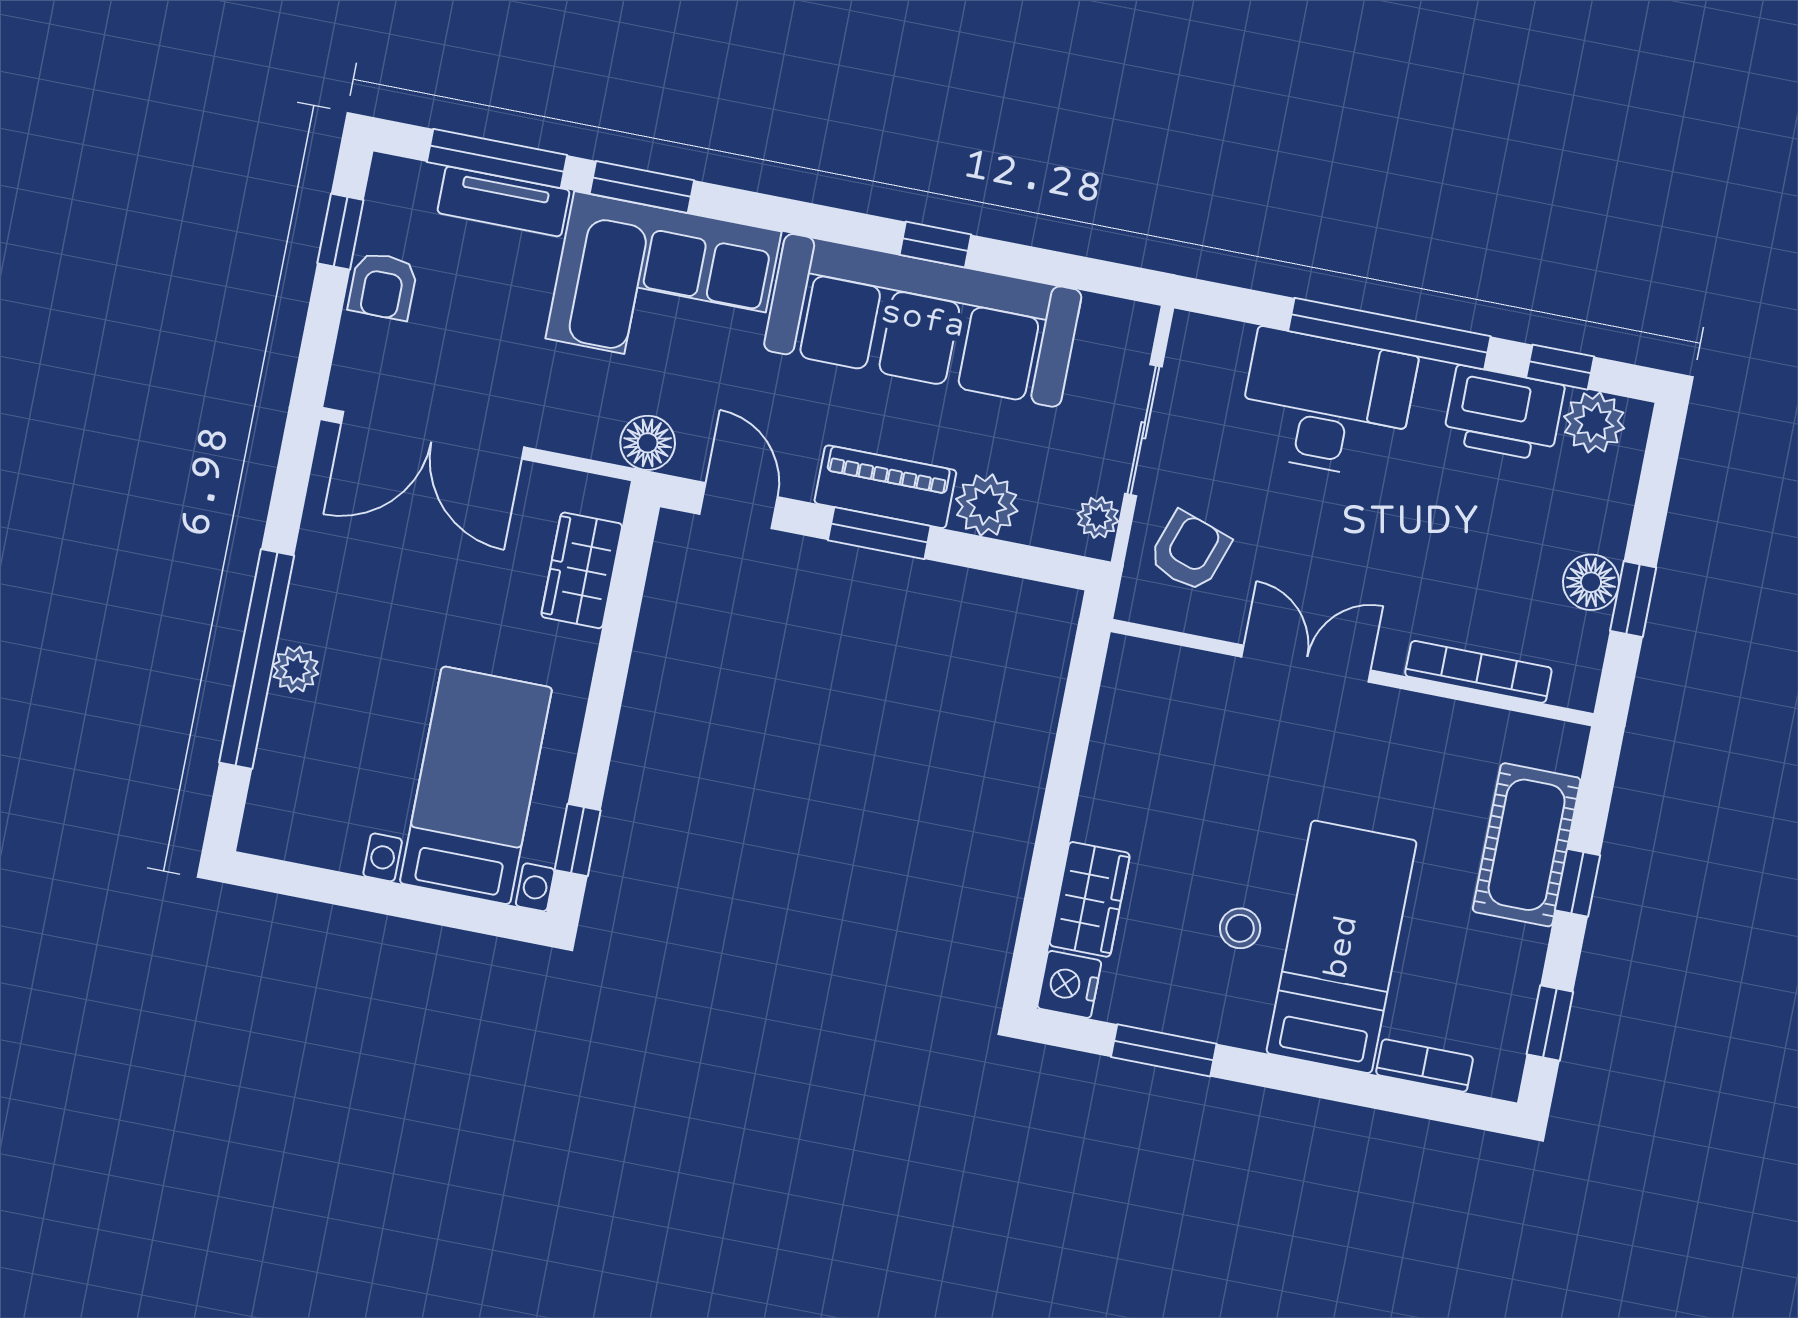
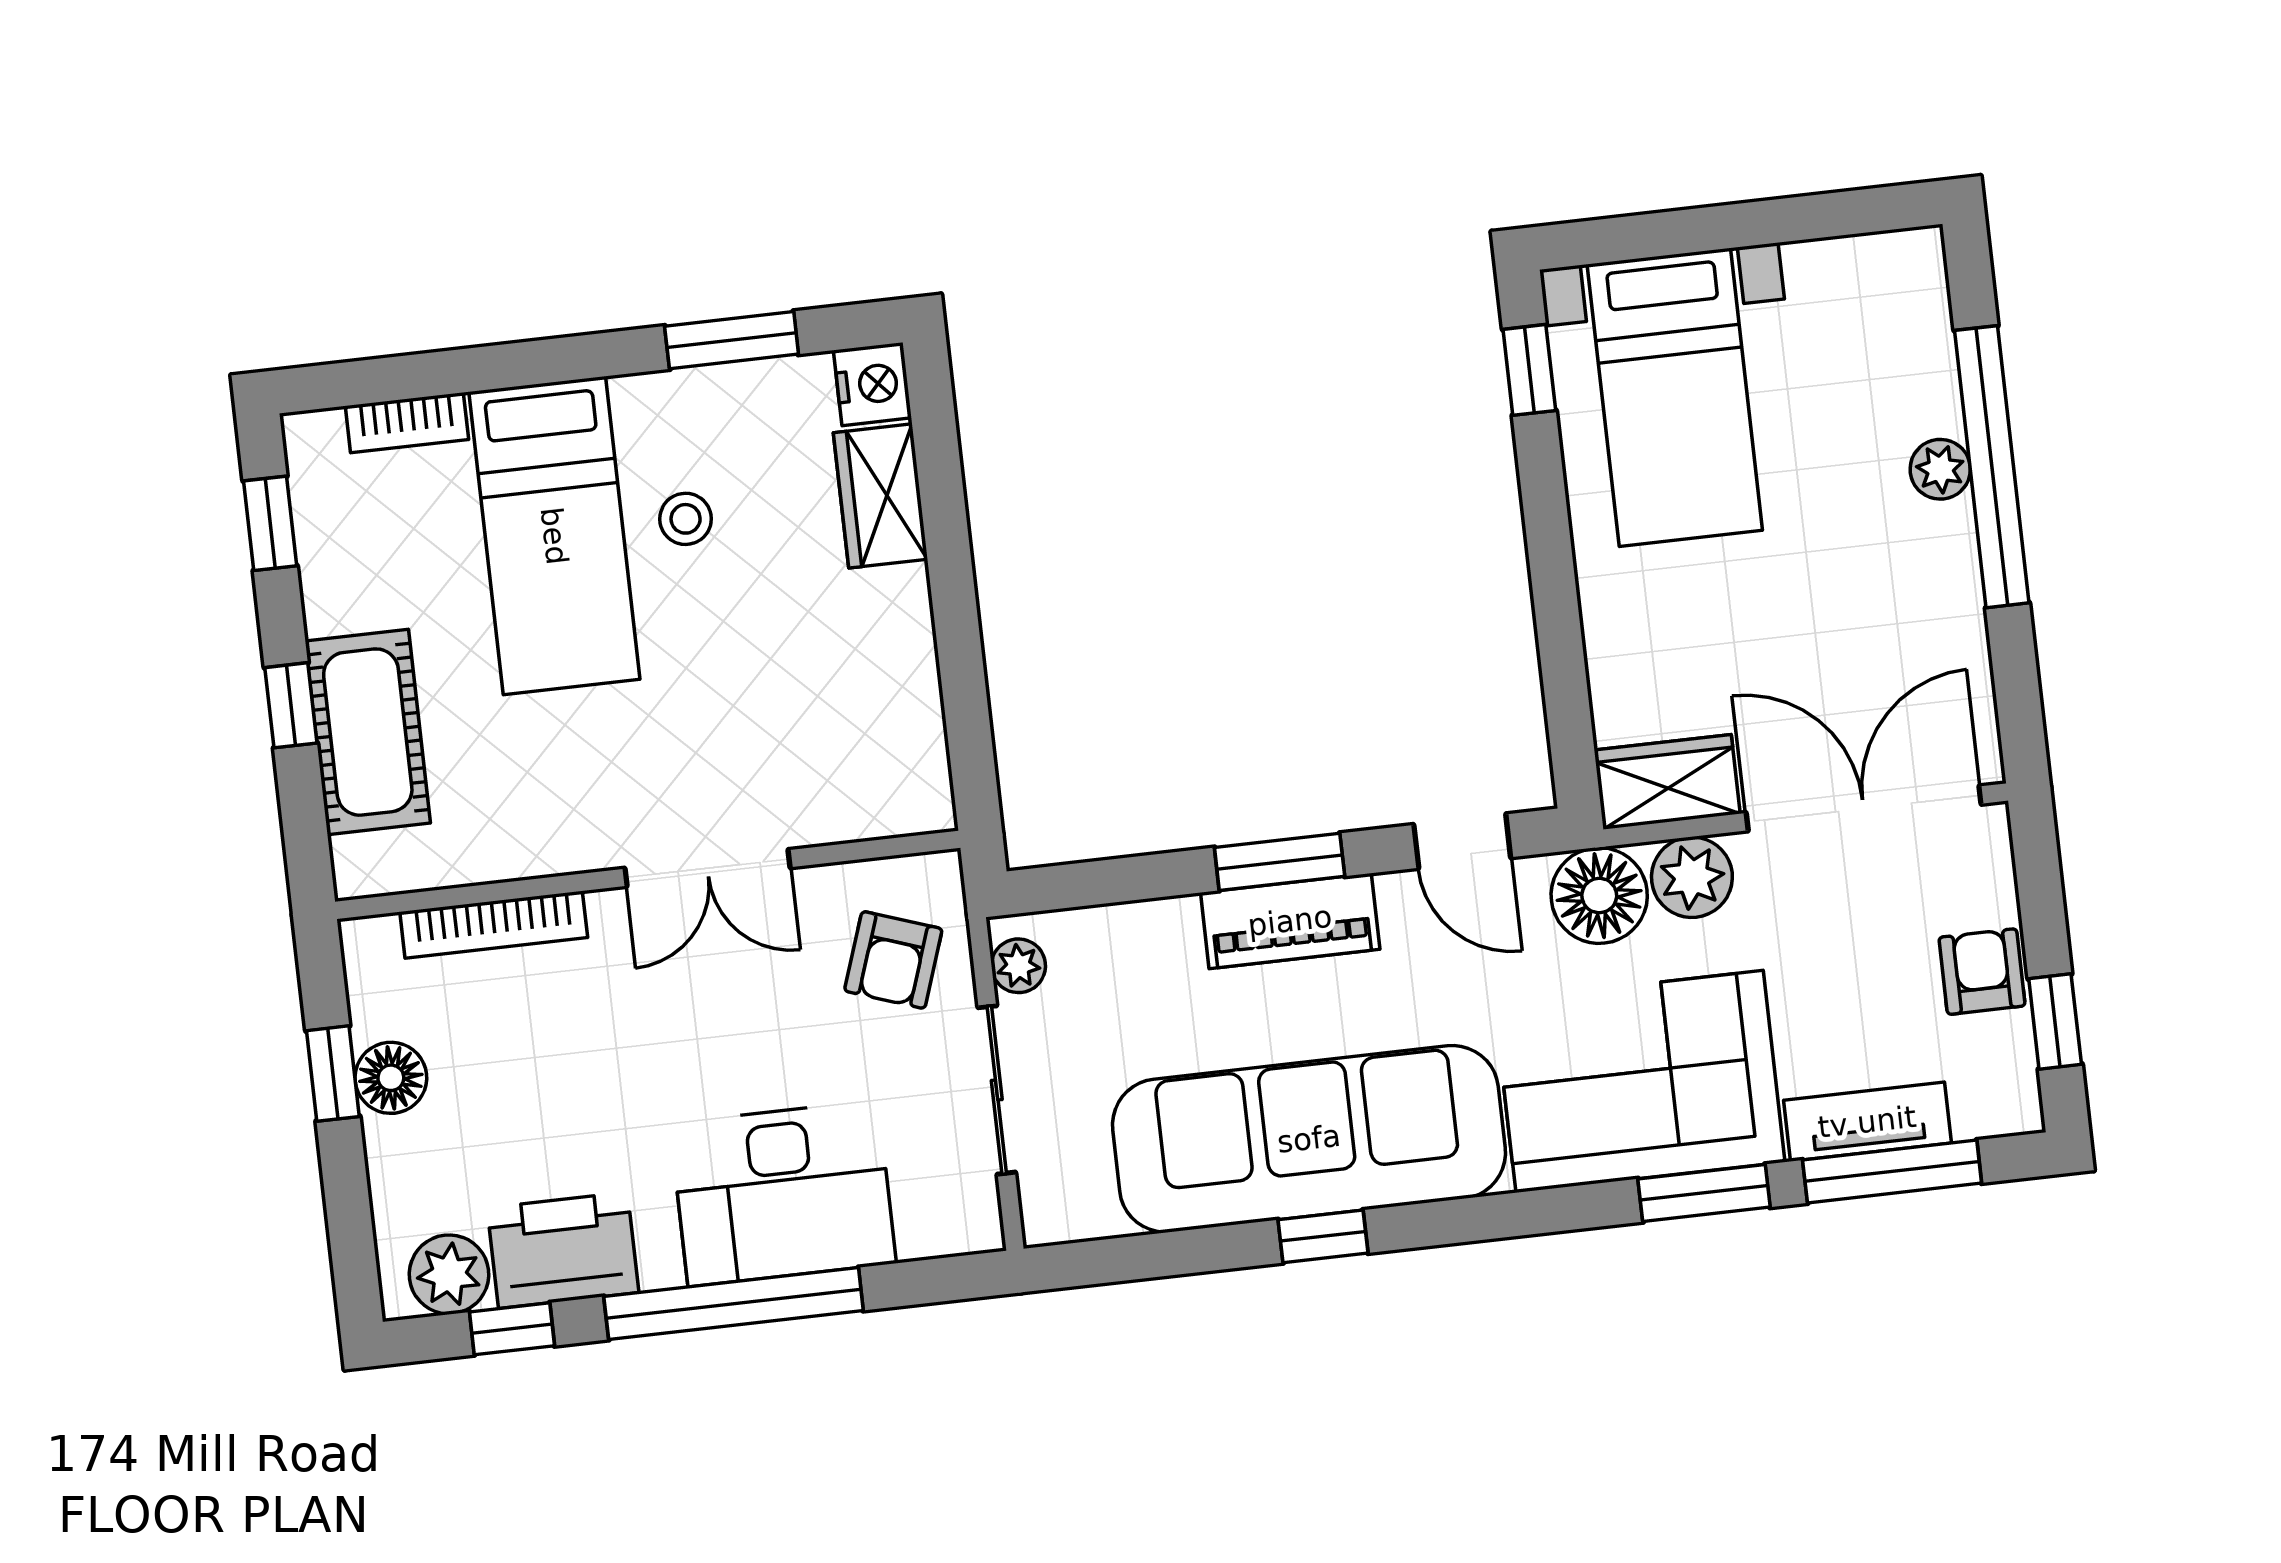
floor lamp: (648, 443) -> (1599, 896), width x1.38, depth x1.38
plant: (987, 505) -> (1692, 877), moved
wardrobe: (582, 570) -> (1667, 782), moved, turned -90

